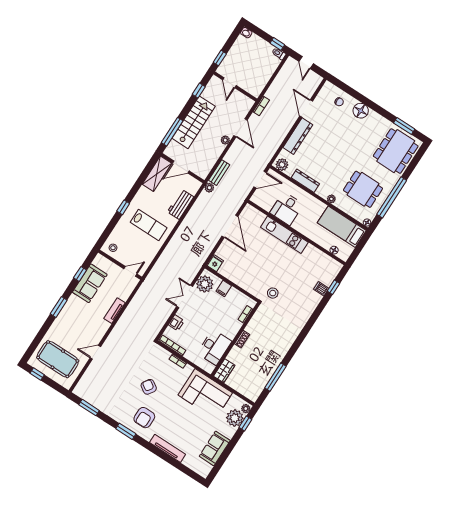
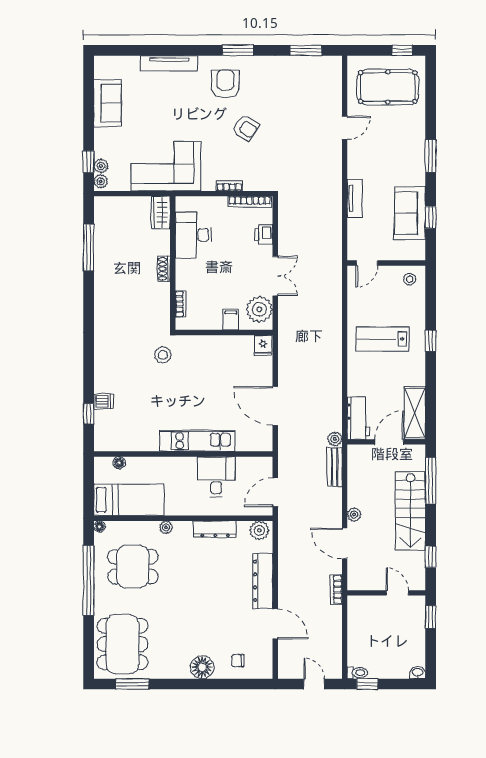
workbench: (181, 204) -> (358, 418), moved
plant: (235, 418) -> (101, 166), width x0.53, depth x0.53

